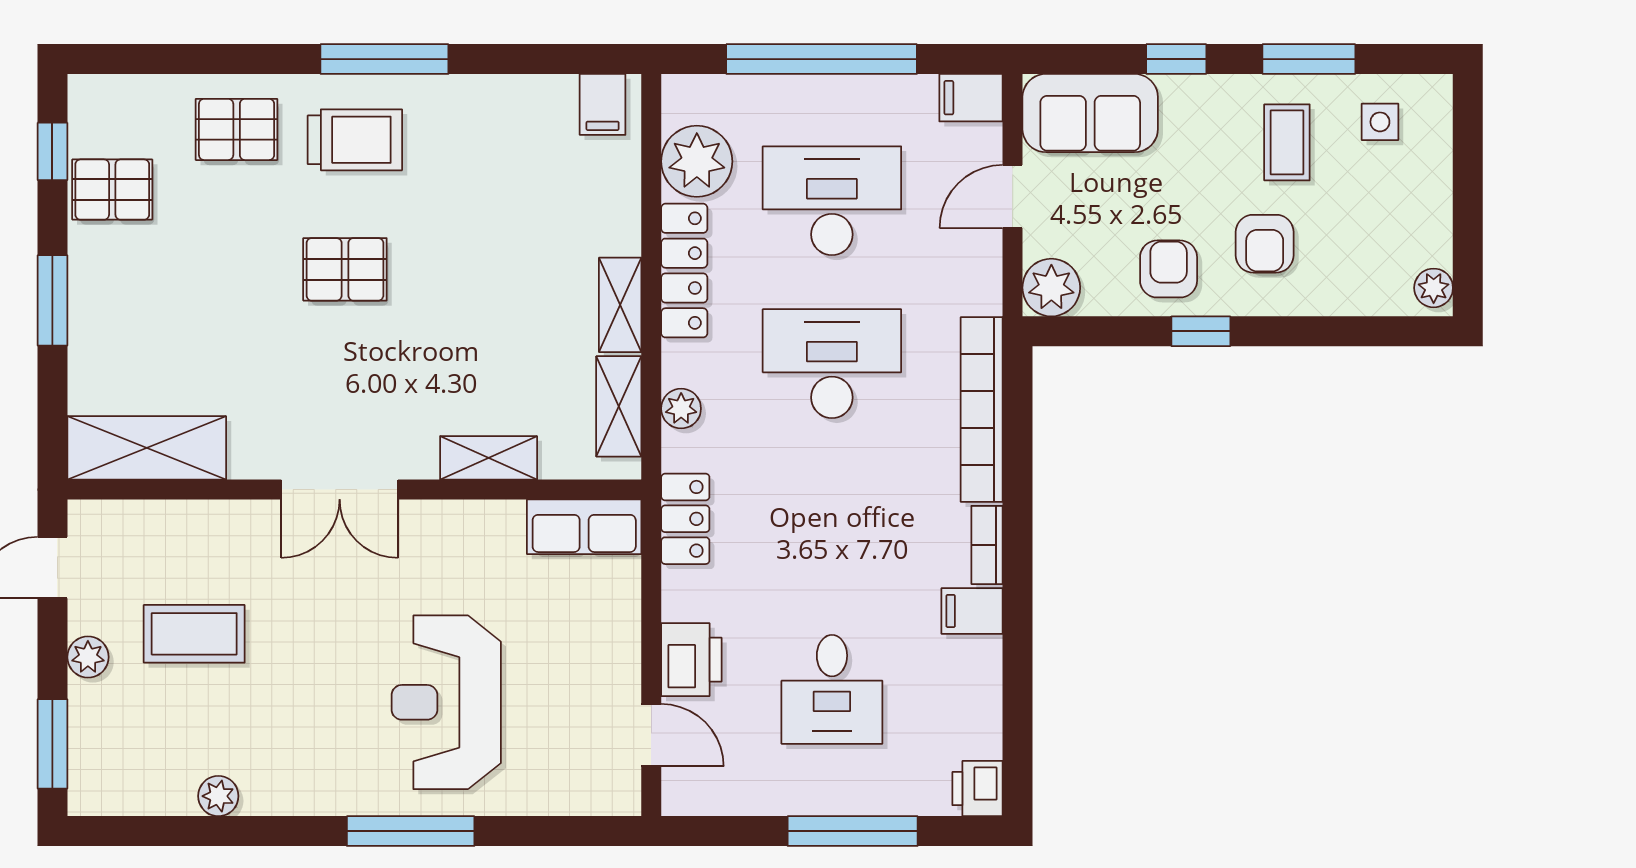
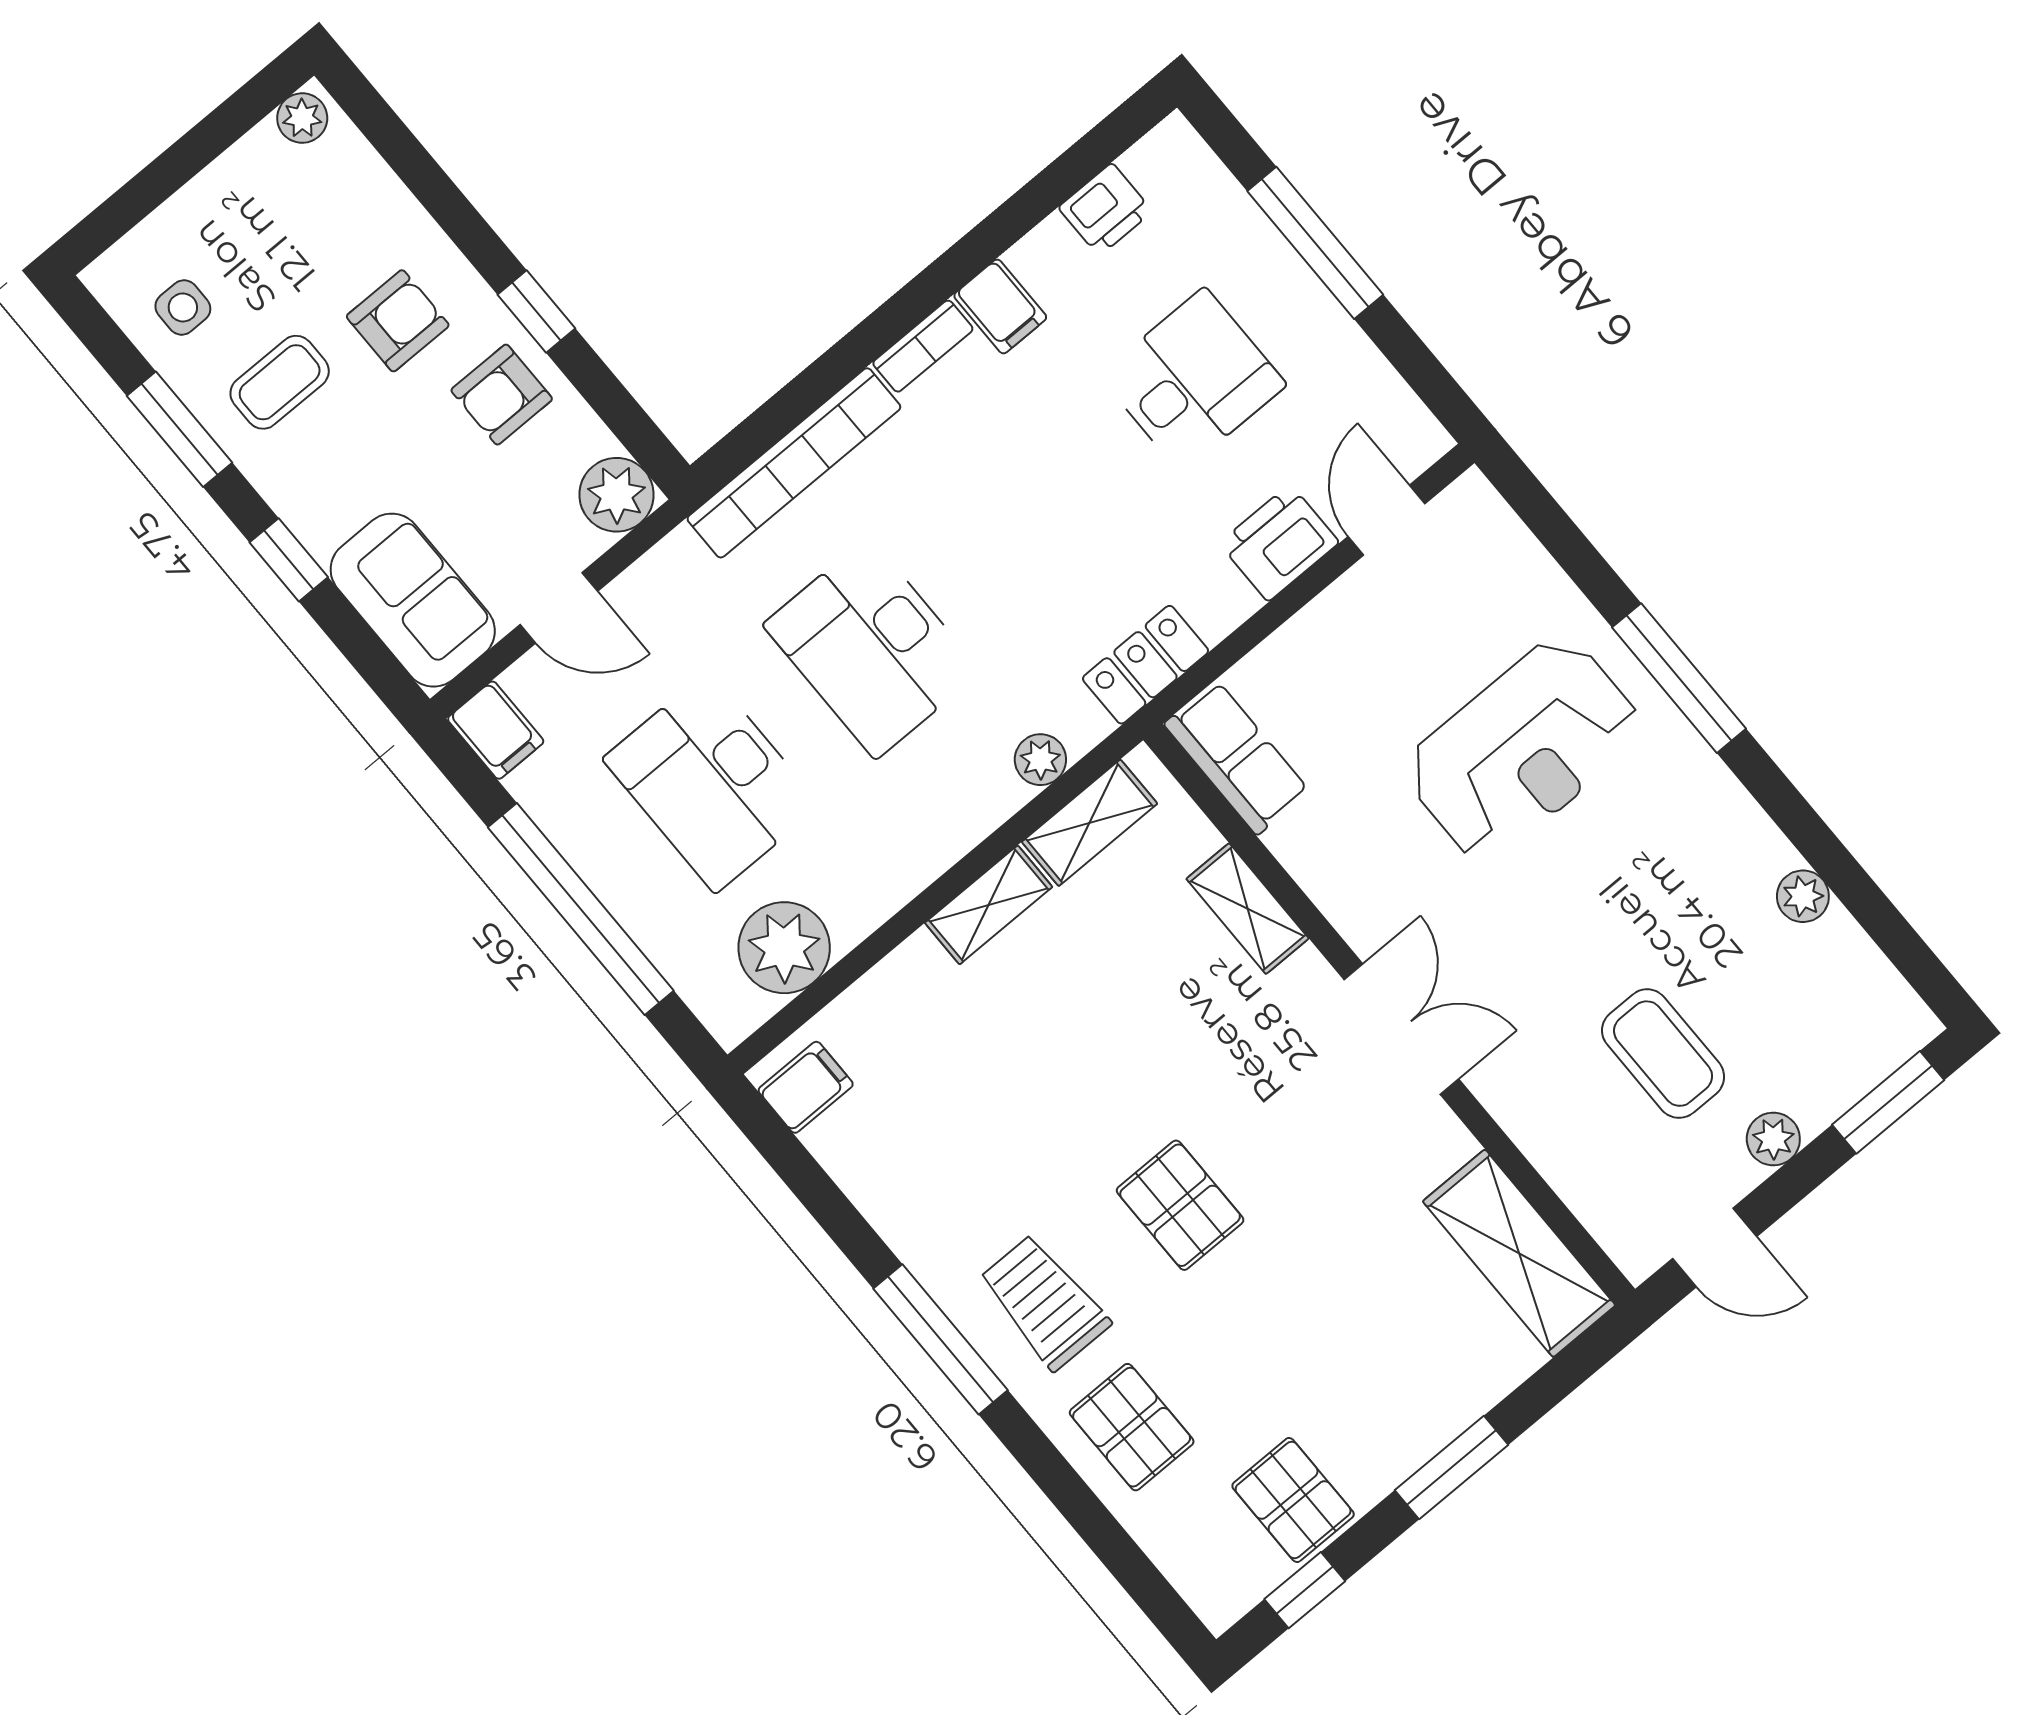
locker: (684, 271) -> (902, 870), removed
printer: (977, 789) -> (1105, 209), moved

